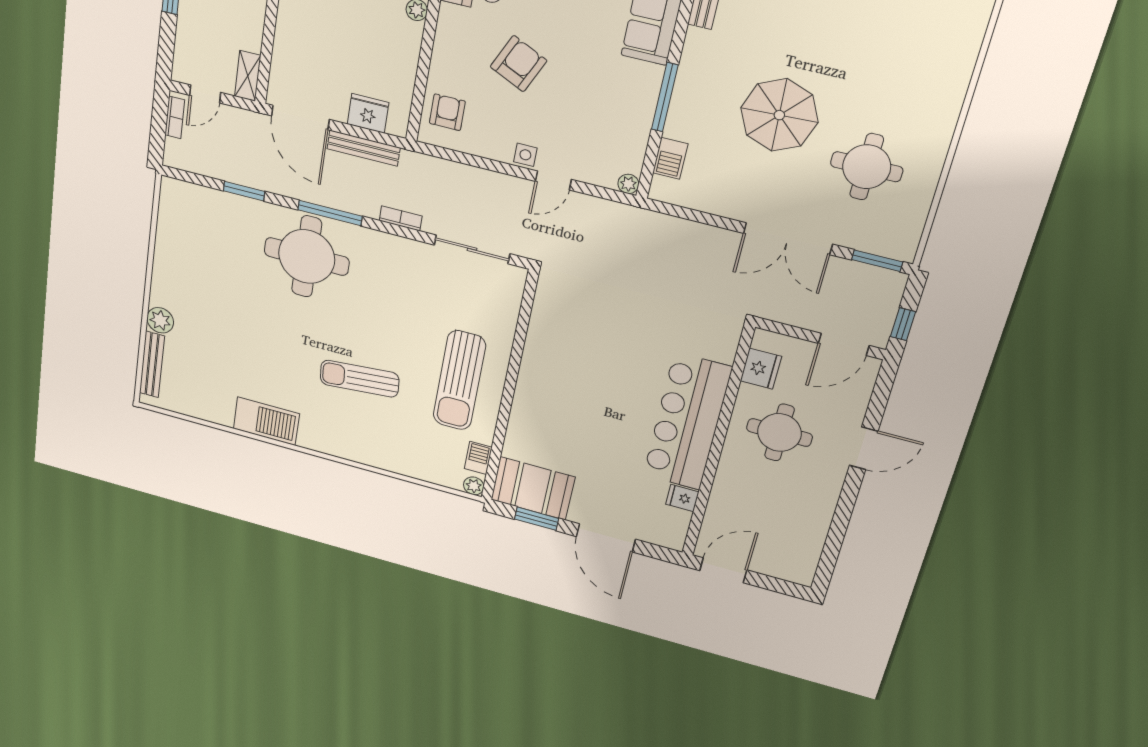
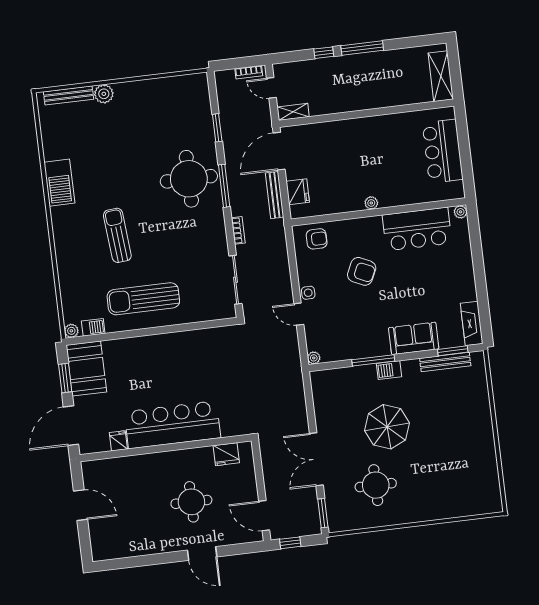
barbecue: (670, 158) -> (389, 370), moved
fridge: (761, 369) -> (226, 454), moved
bar counter: (687, 422) -> (172, 425), moved
wall: (718, 444) -> (166, 448), moved
fridge: (682, 498) -> (118, 441), moved

